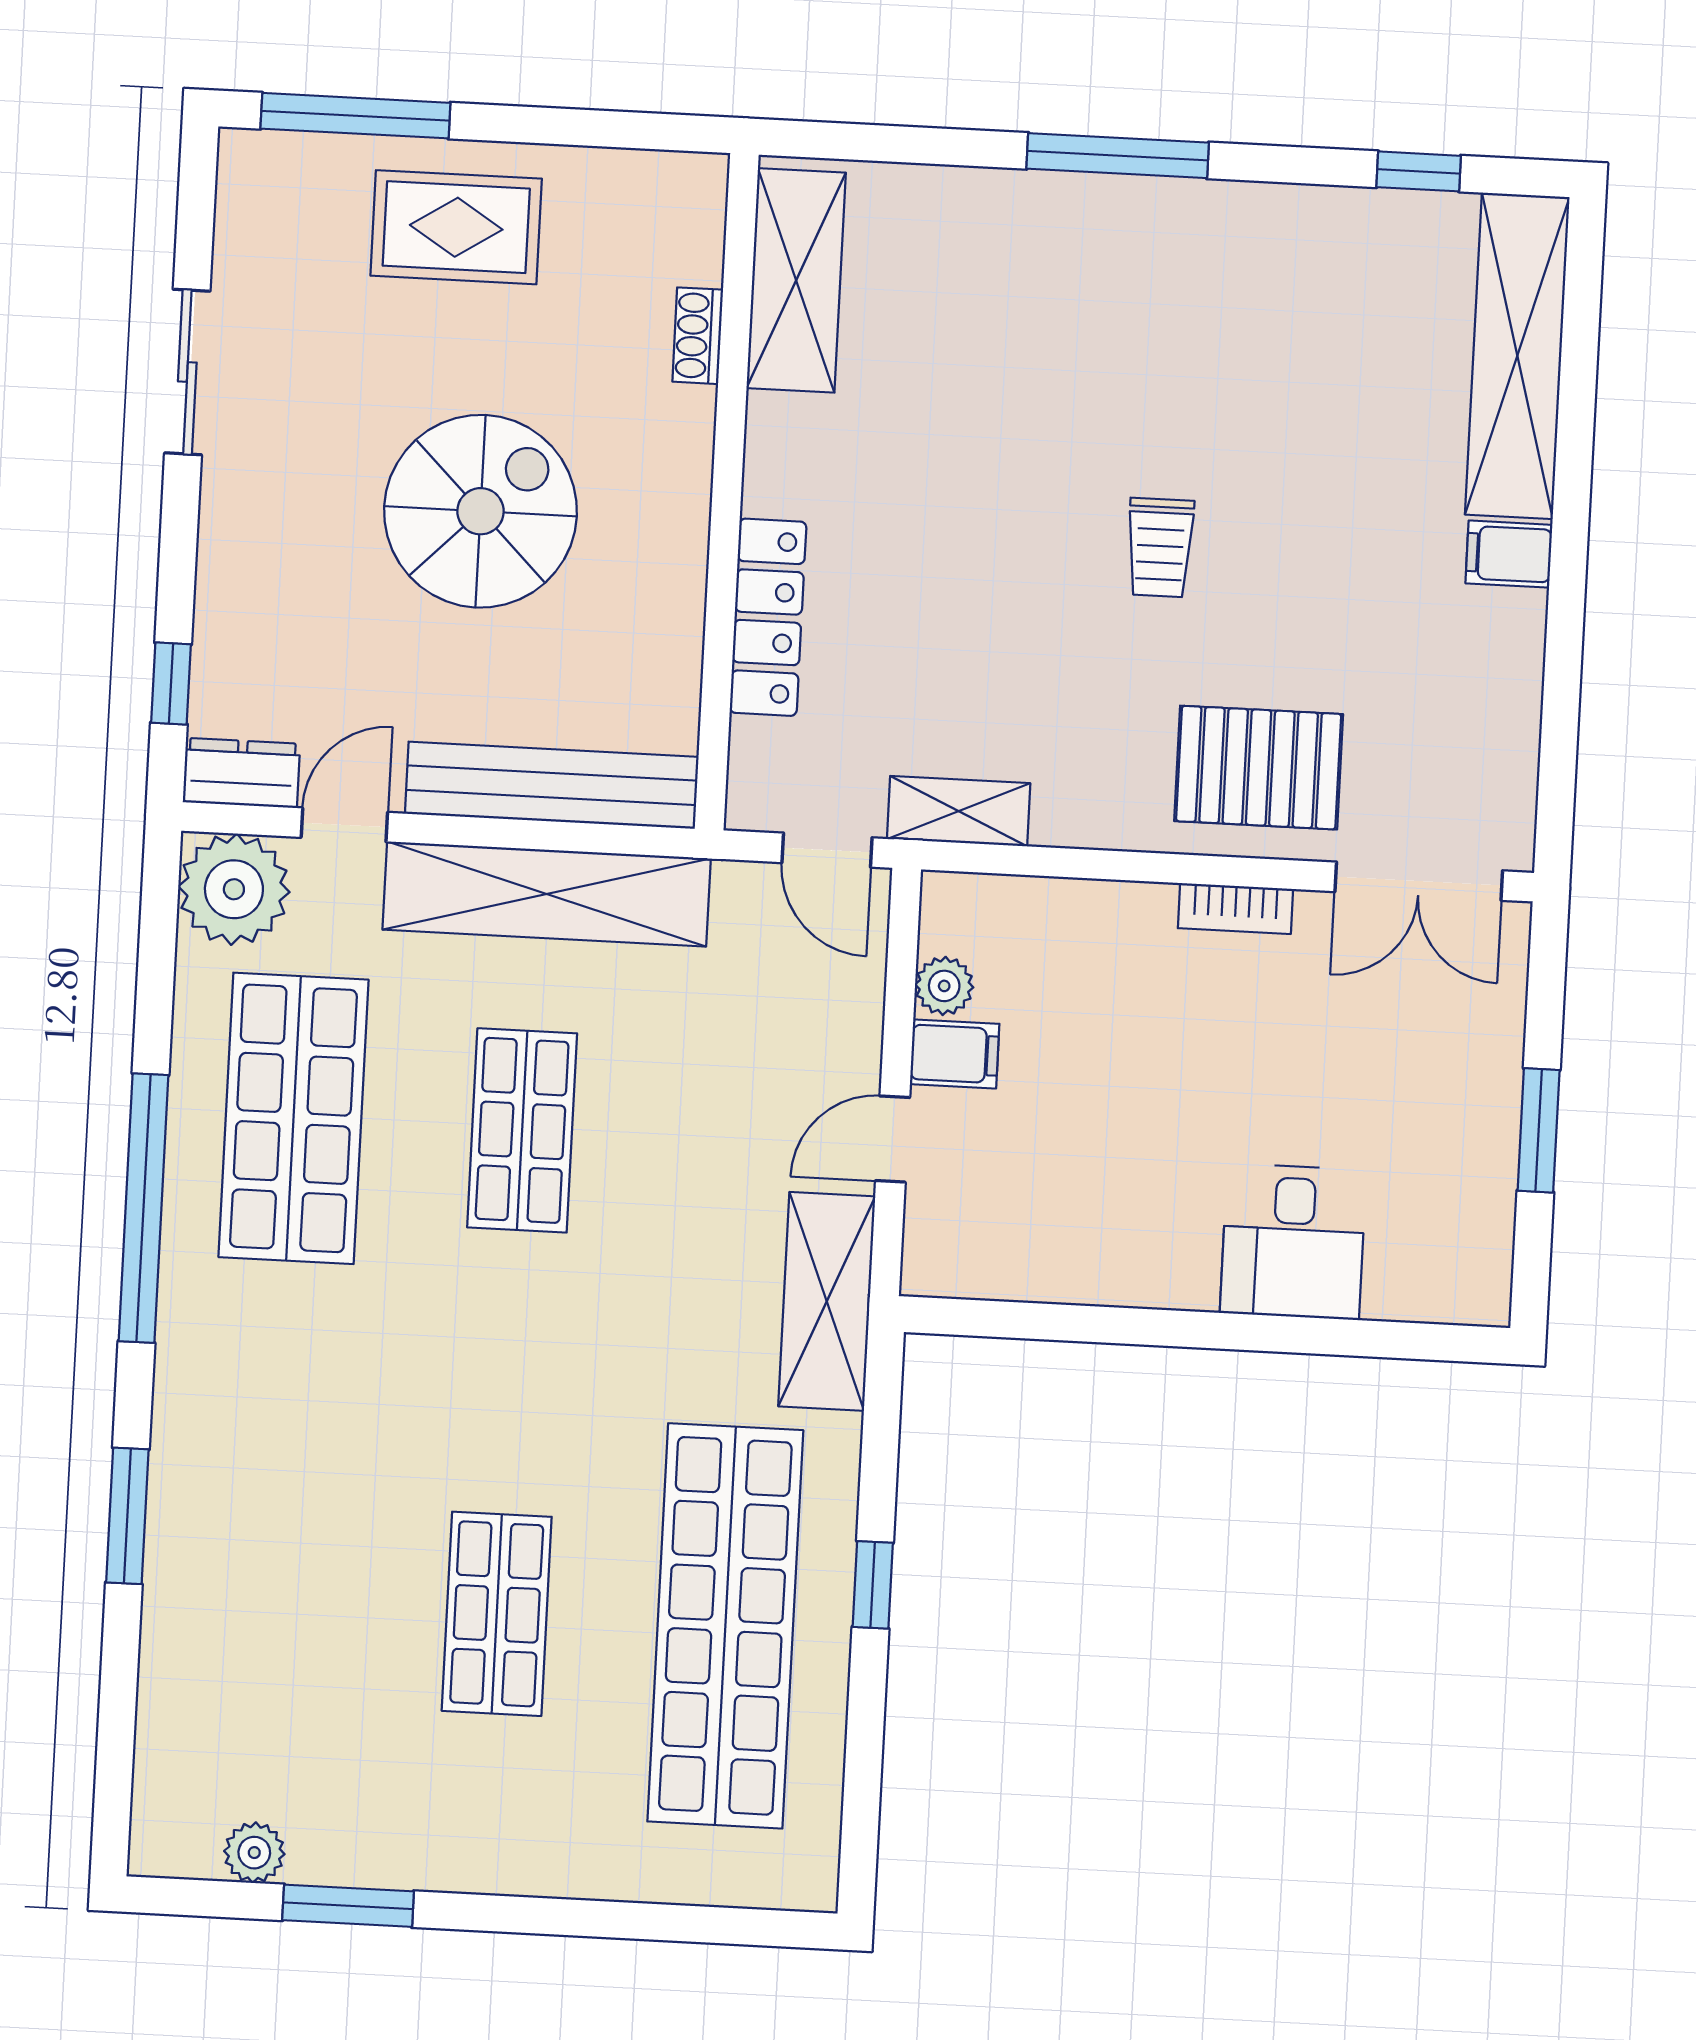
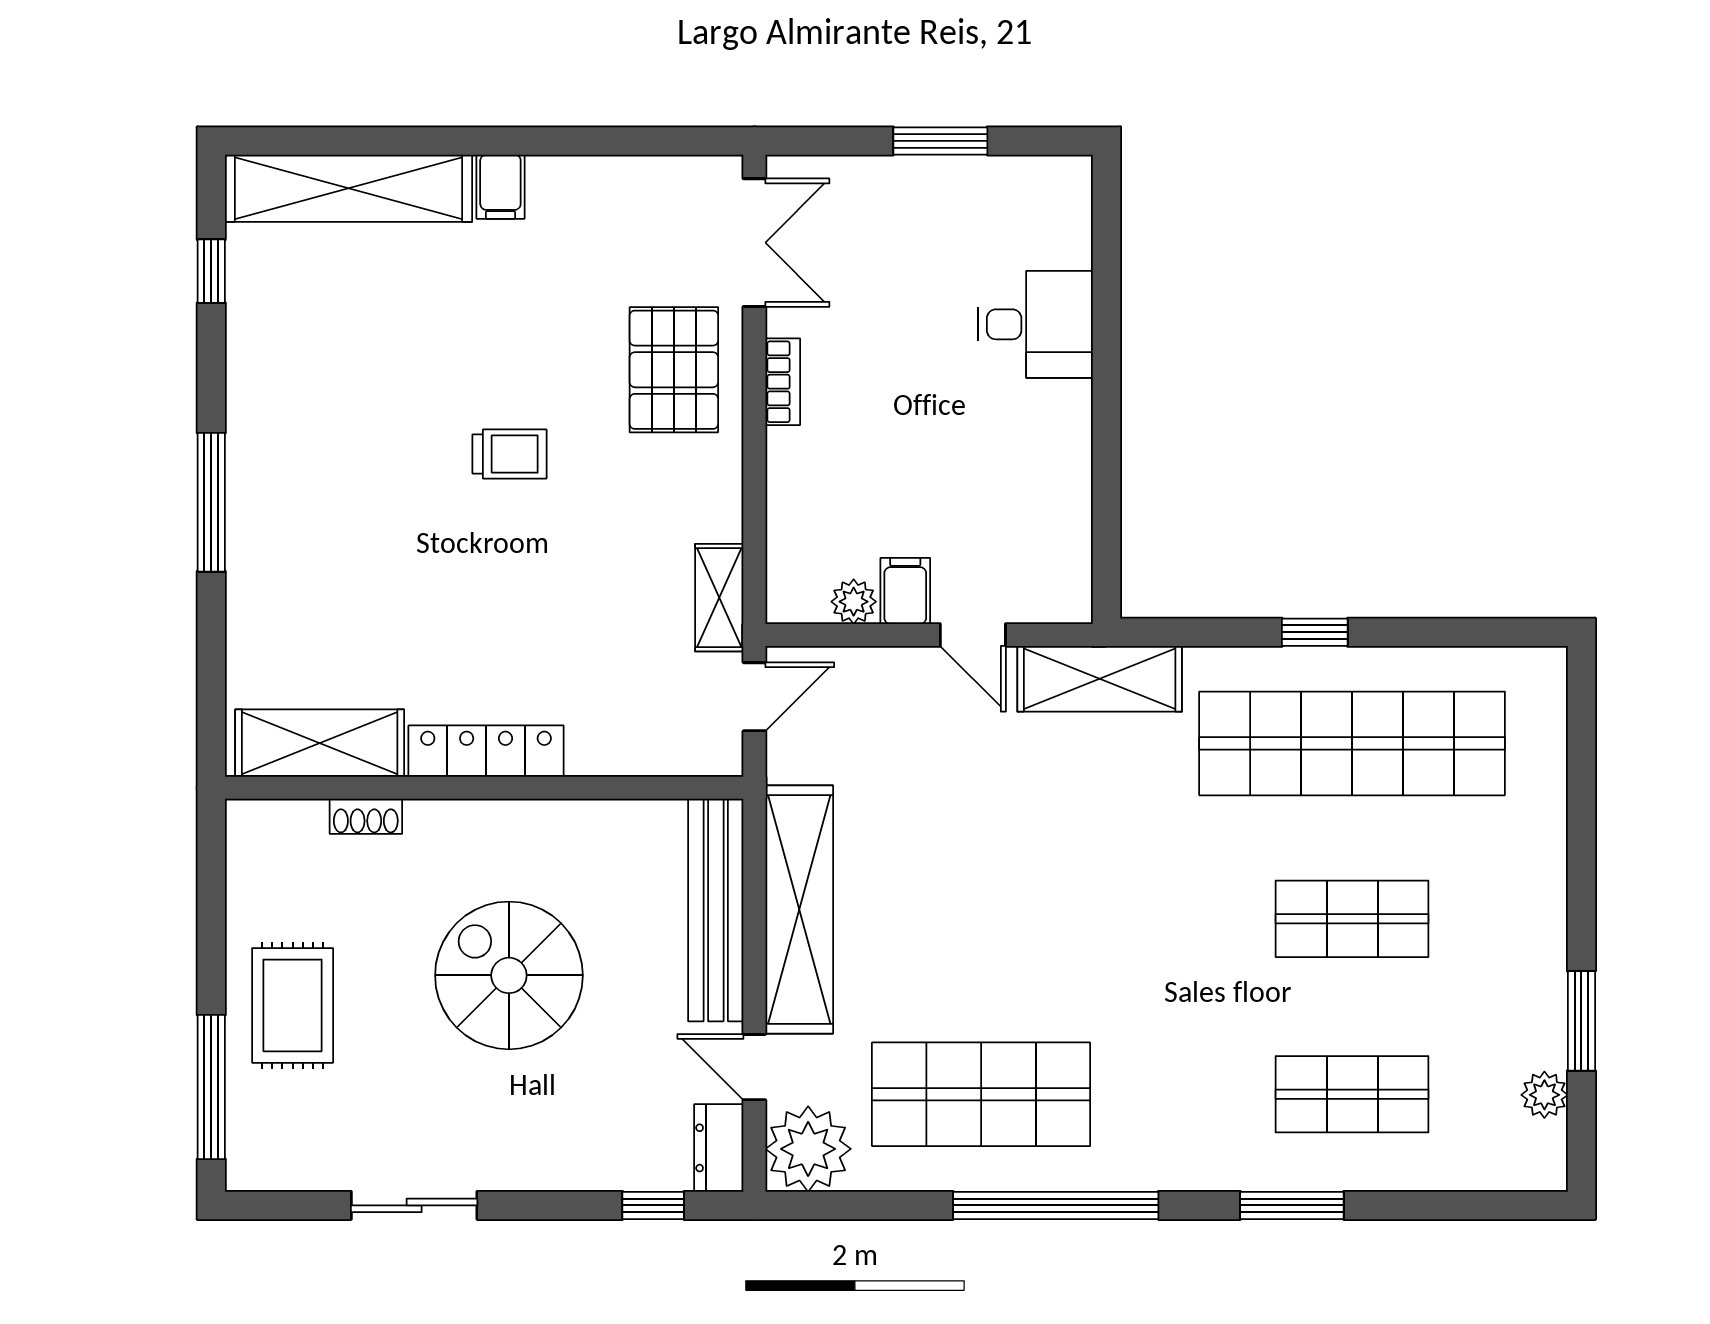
locker: (768, 617) -> (486, 751), moved
shop shelf: (522, 1130) -> (1352, 1094), moved

